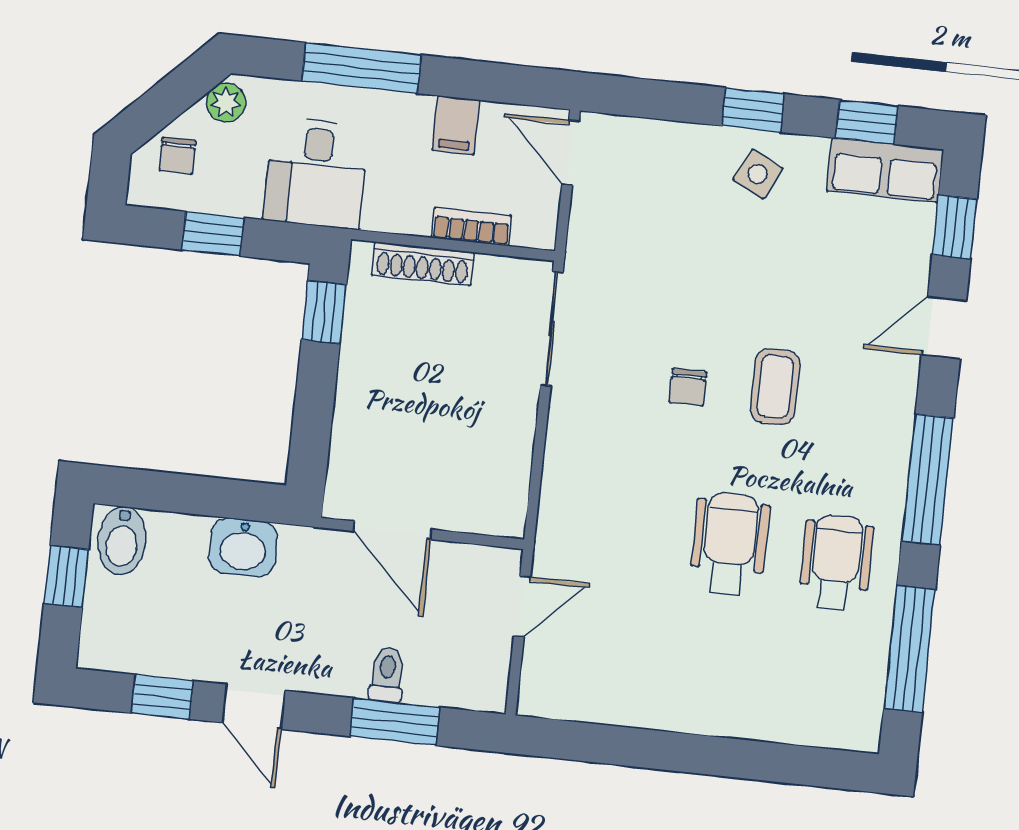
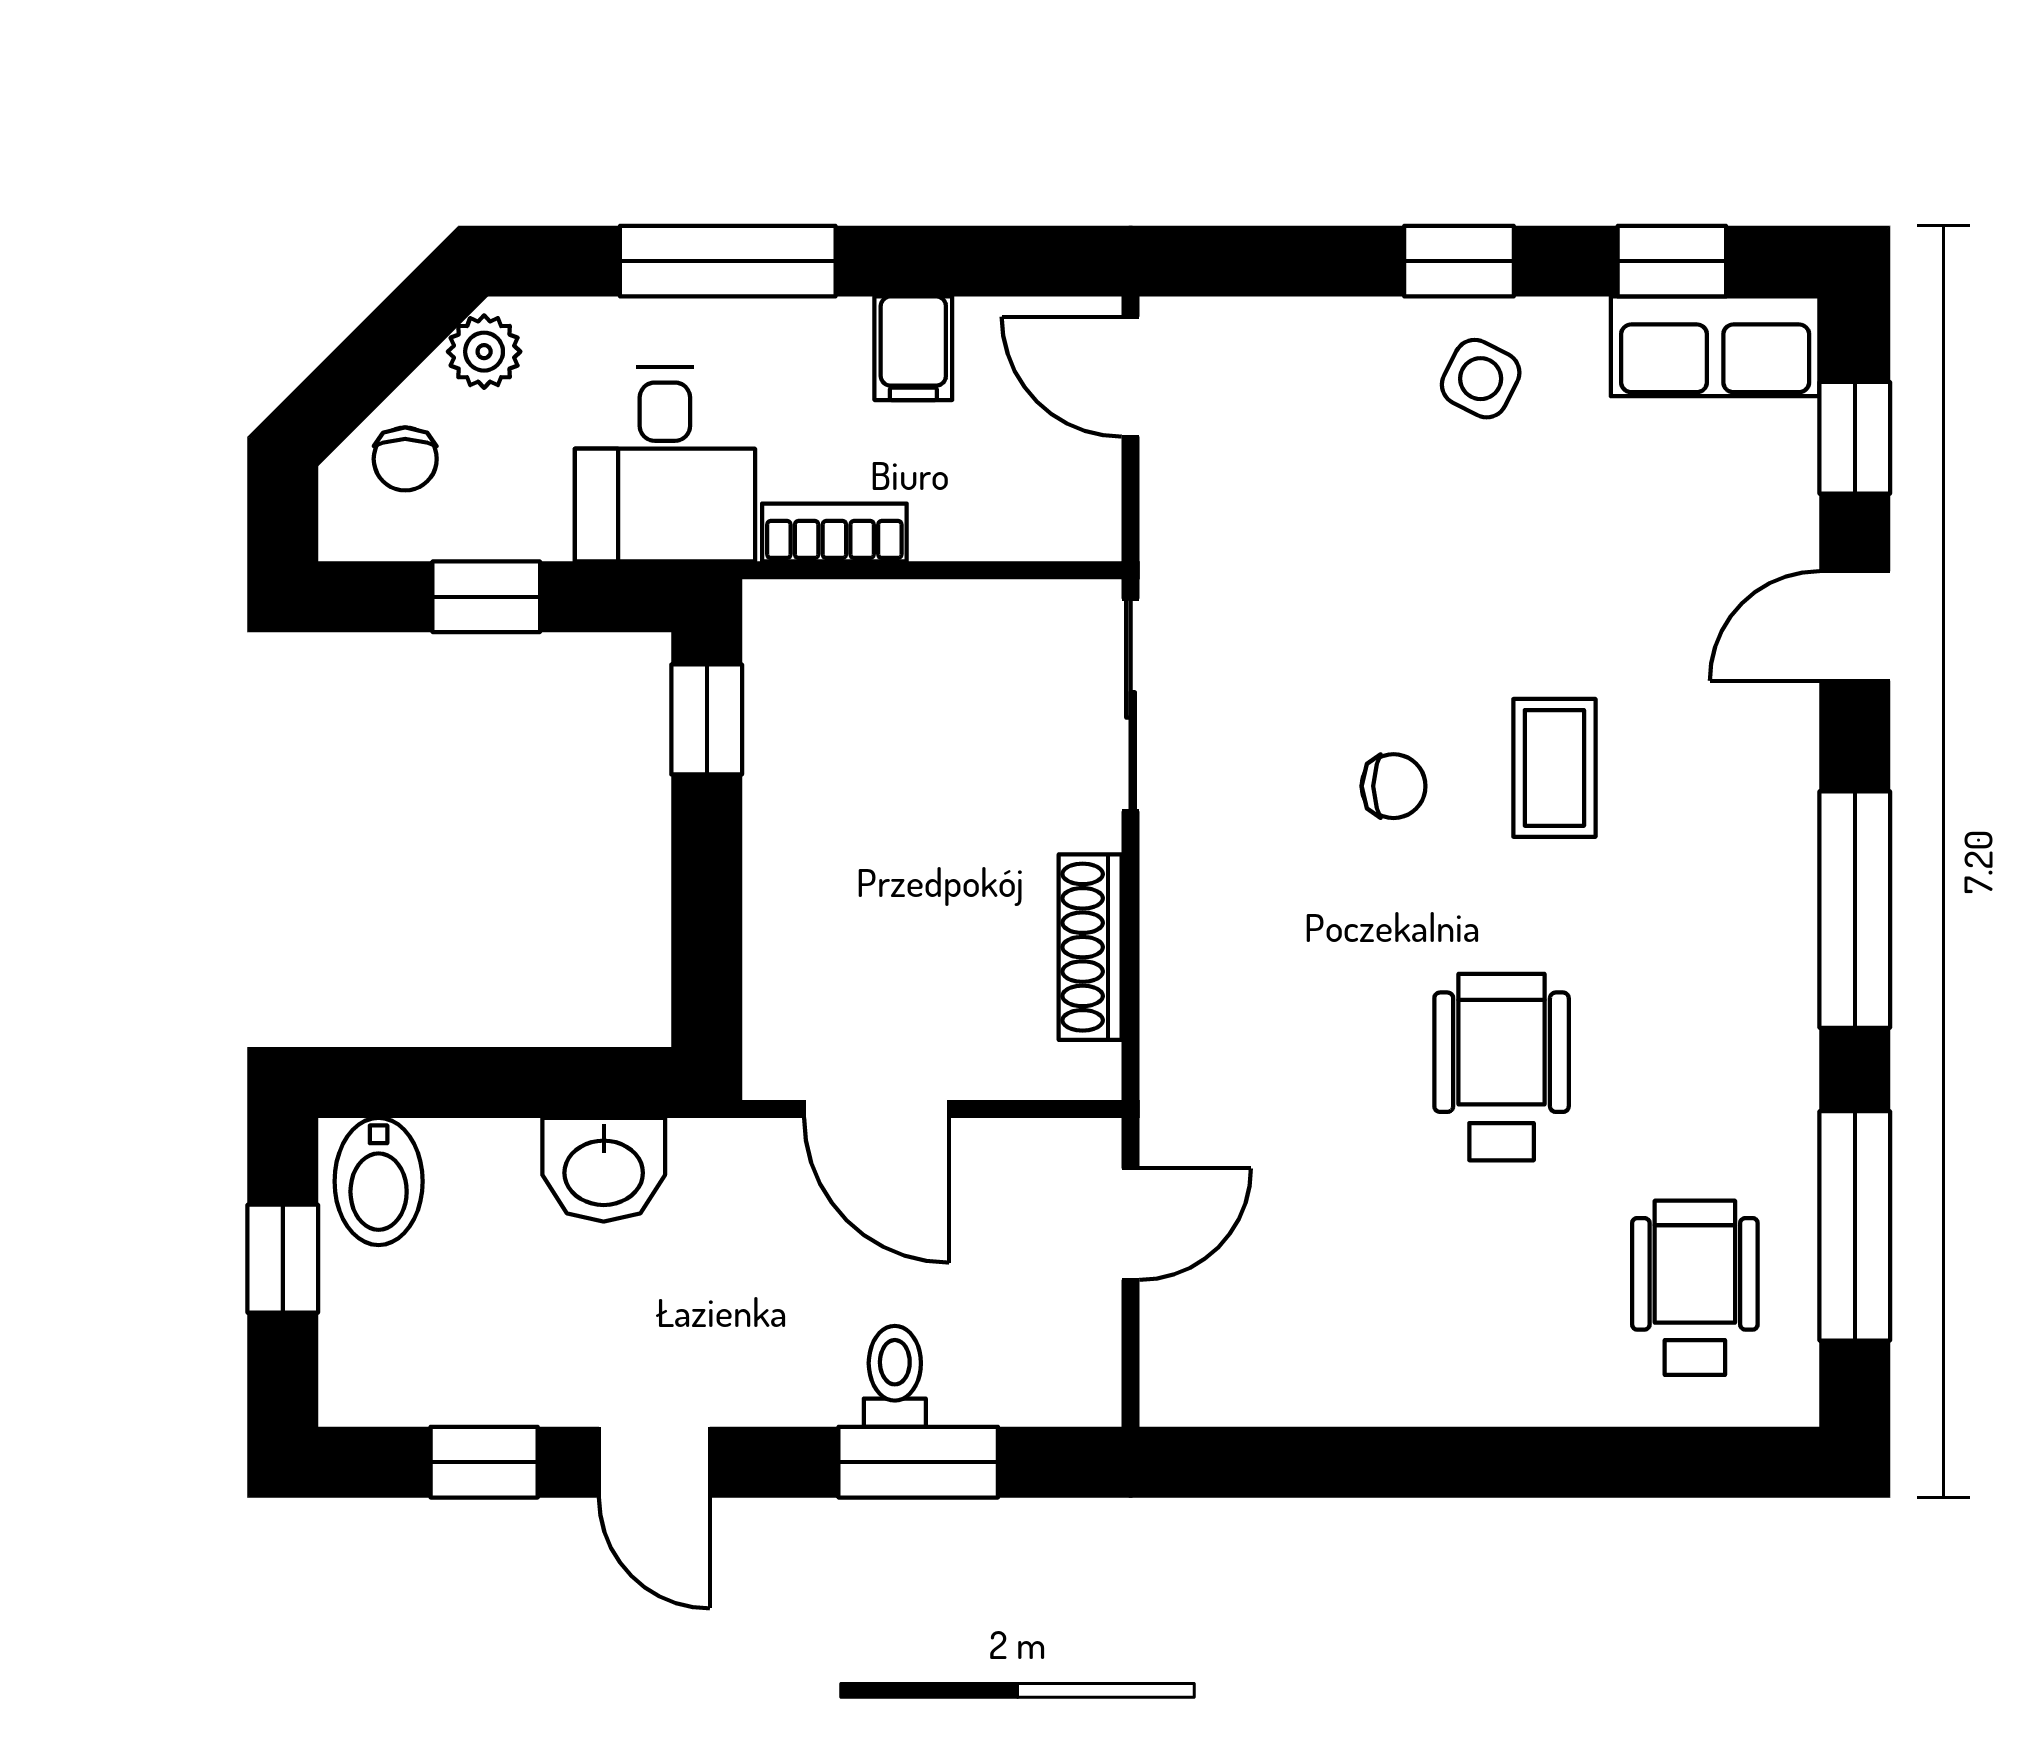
bookcase: (471, 227) -> (834, 533), moved
shoe rack: (423, 264) -> (1090, 947), moved, turned 90
chair: (688, 387) -> (1394, 786), turned -90
wheelchair: (836, 562) -> (1695, 1288), moved

